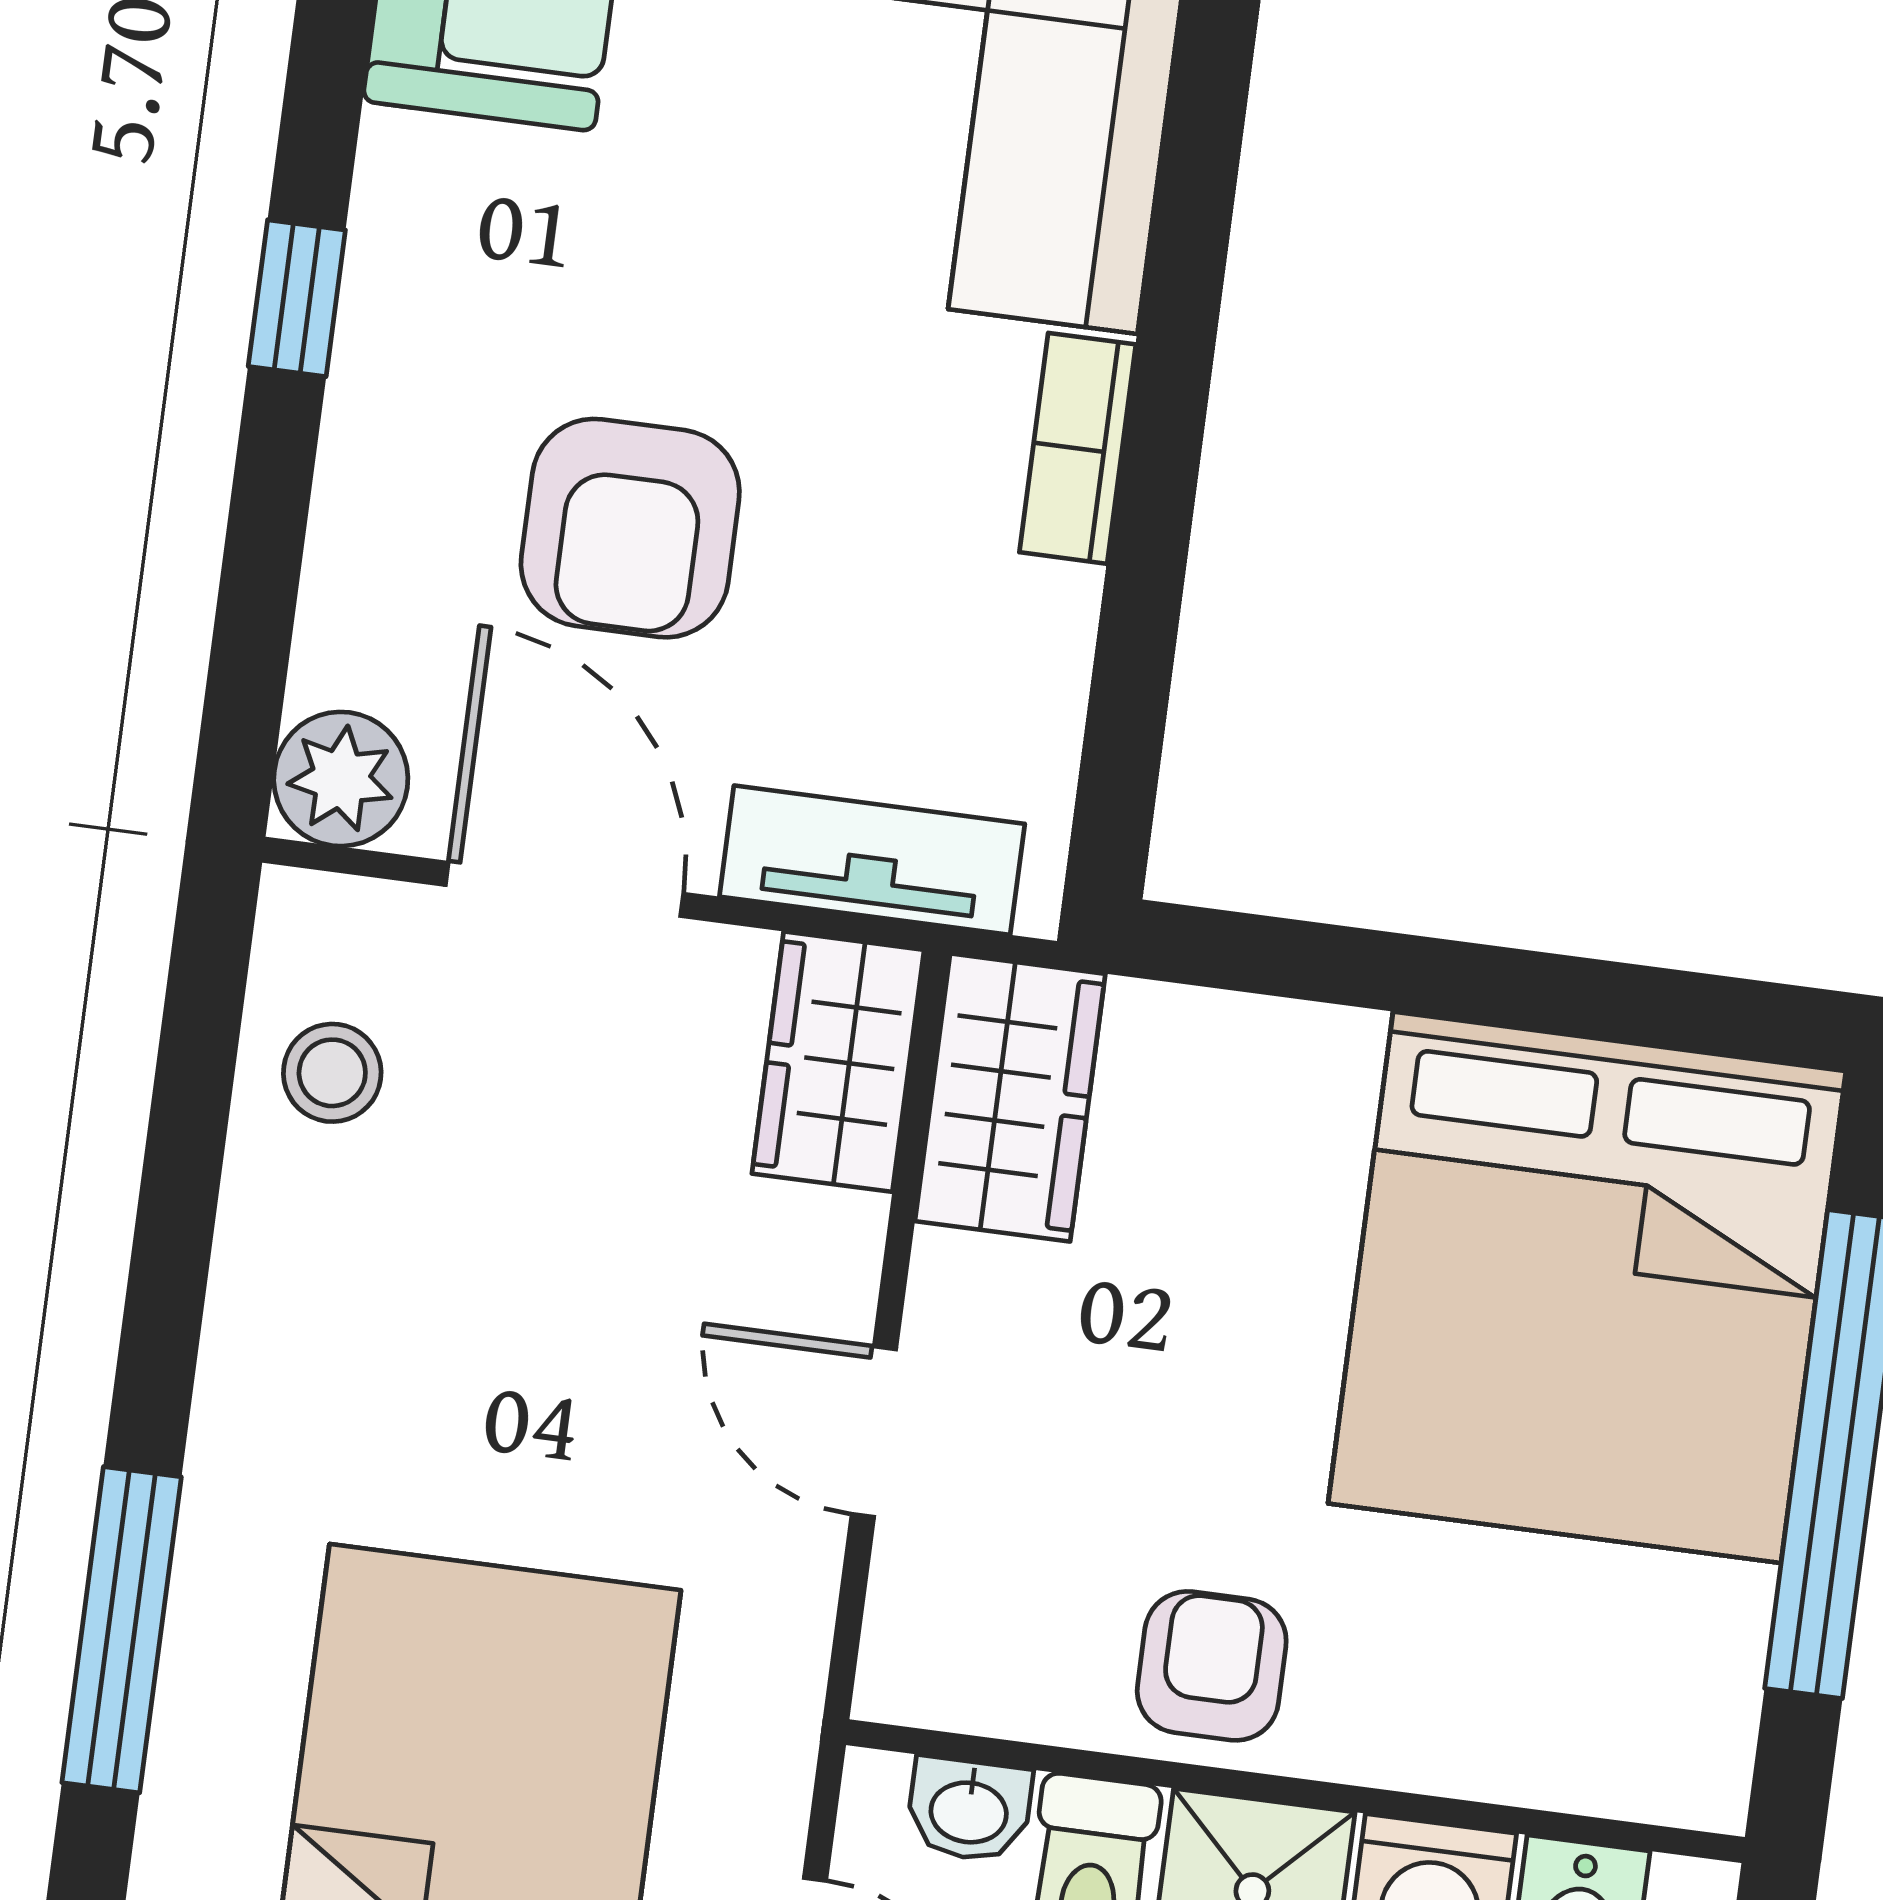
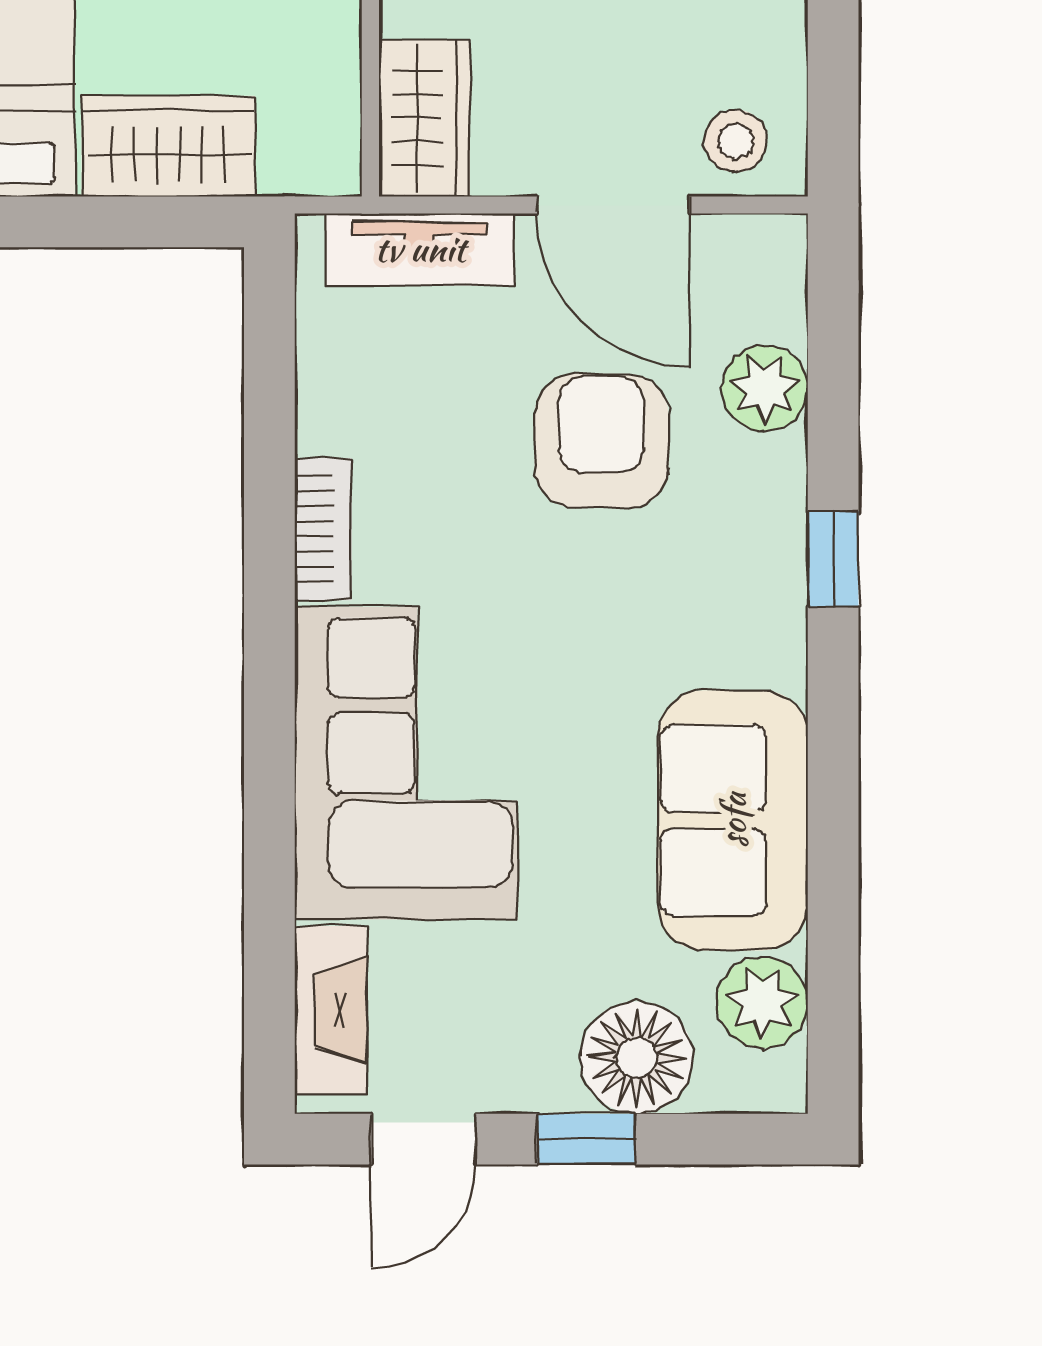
plant: (341, 779) -> (765, 388), moved
stool: (332, 1073) -> (736, 141), moved
wardrobe: (1010, 1097) -> (168, 146), moved, turned 90

